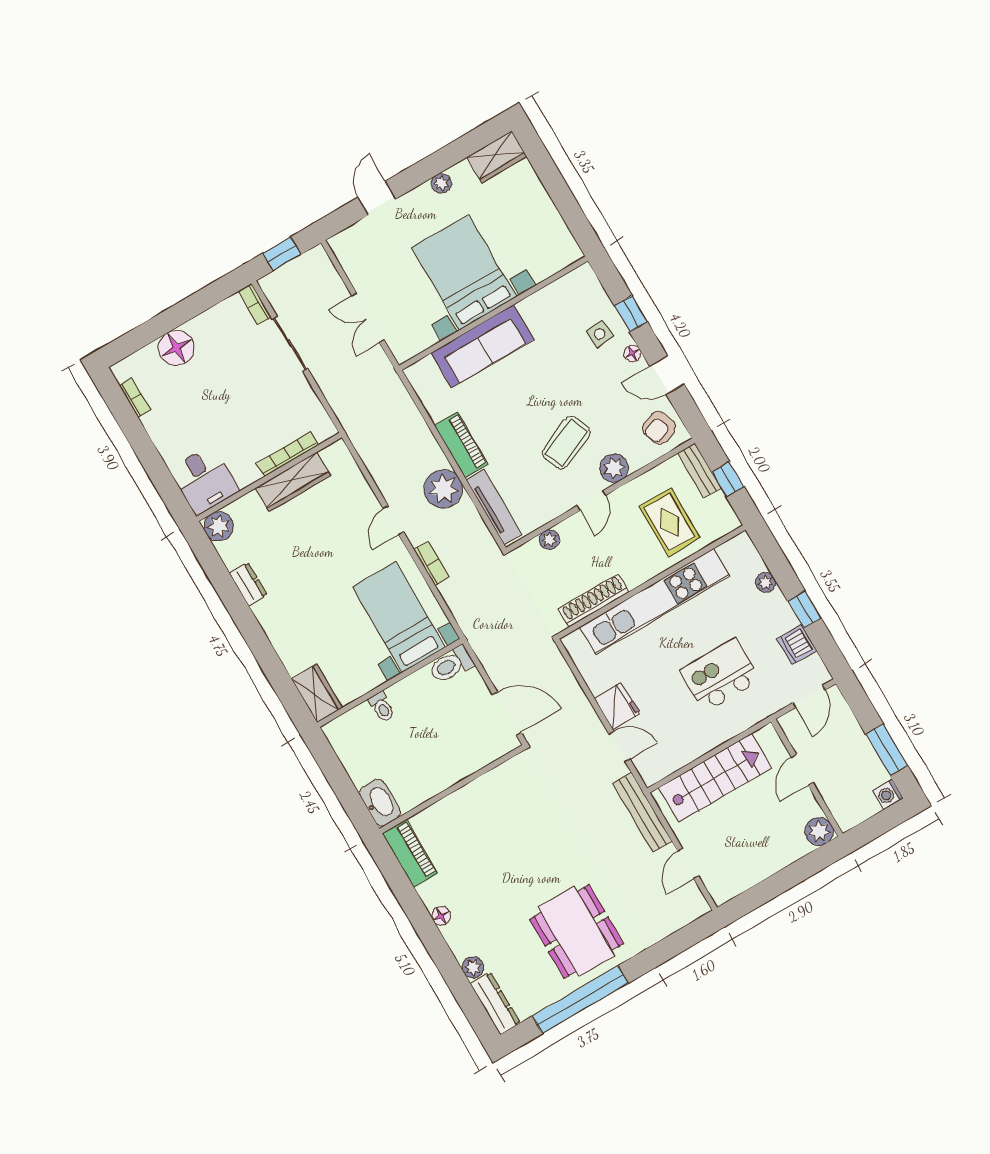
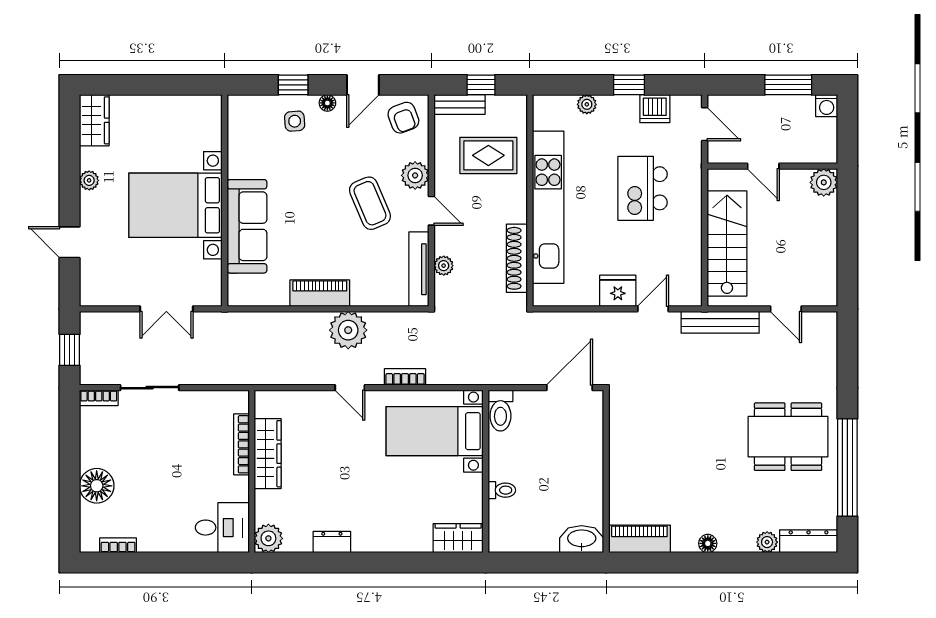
tv unit: (494, 507) -> (419, 269), moved, turned -90

